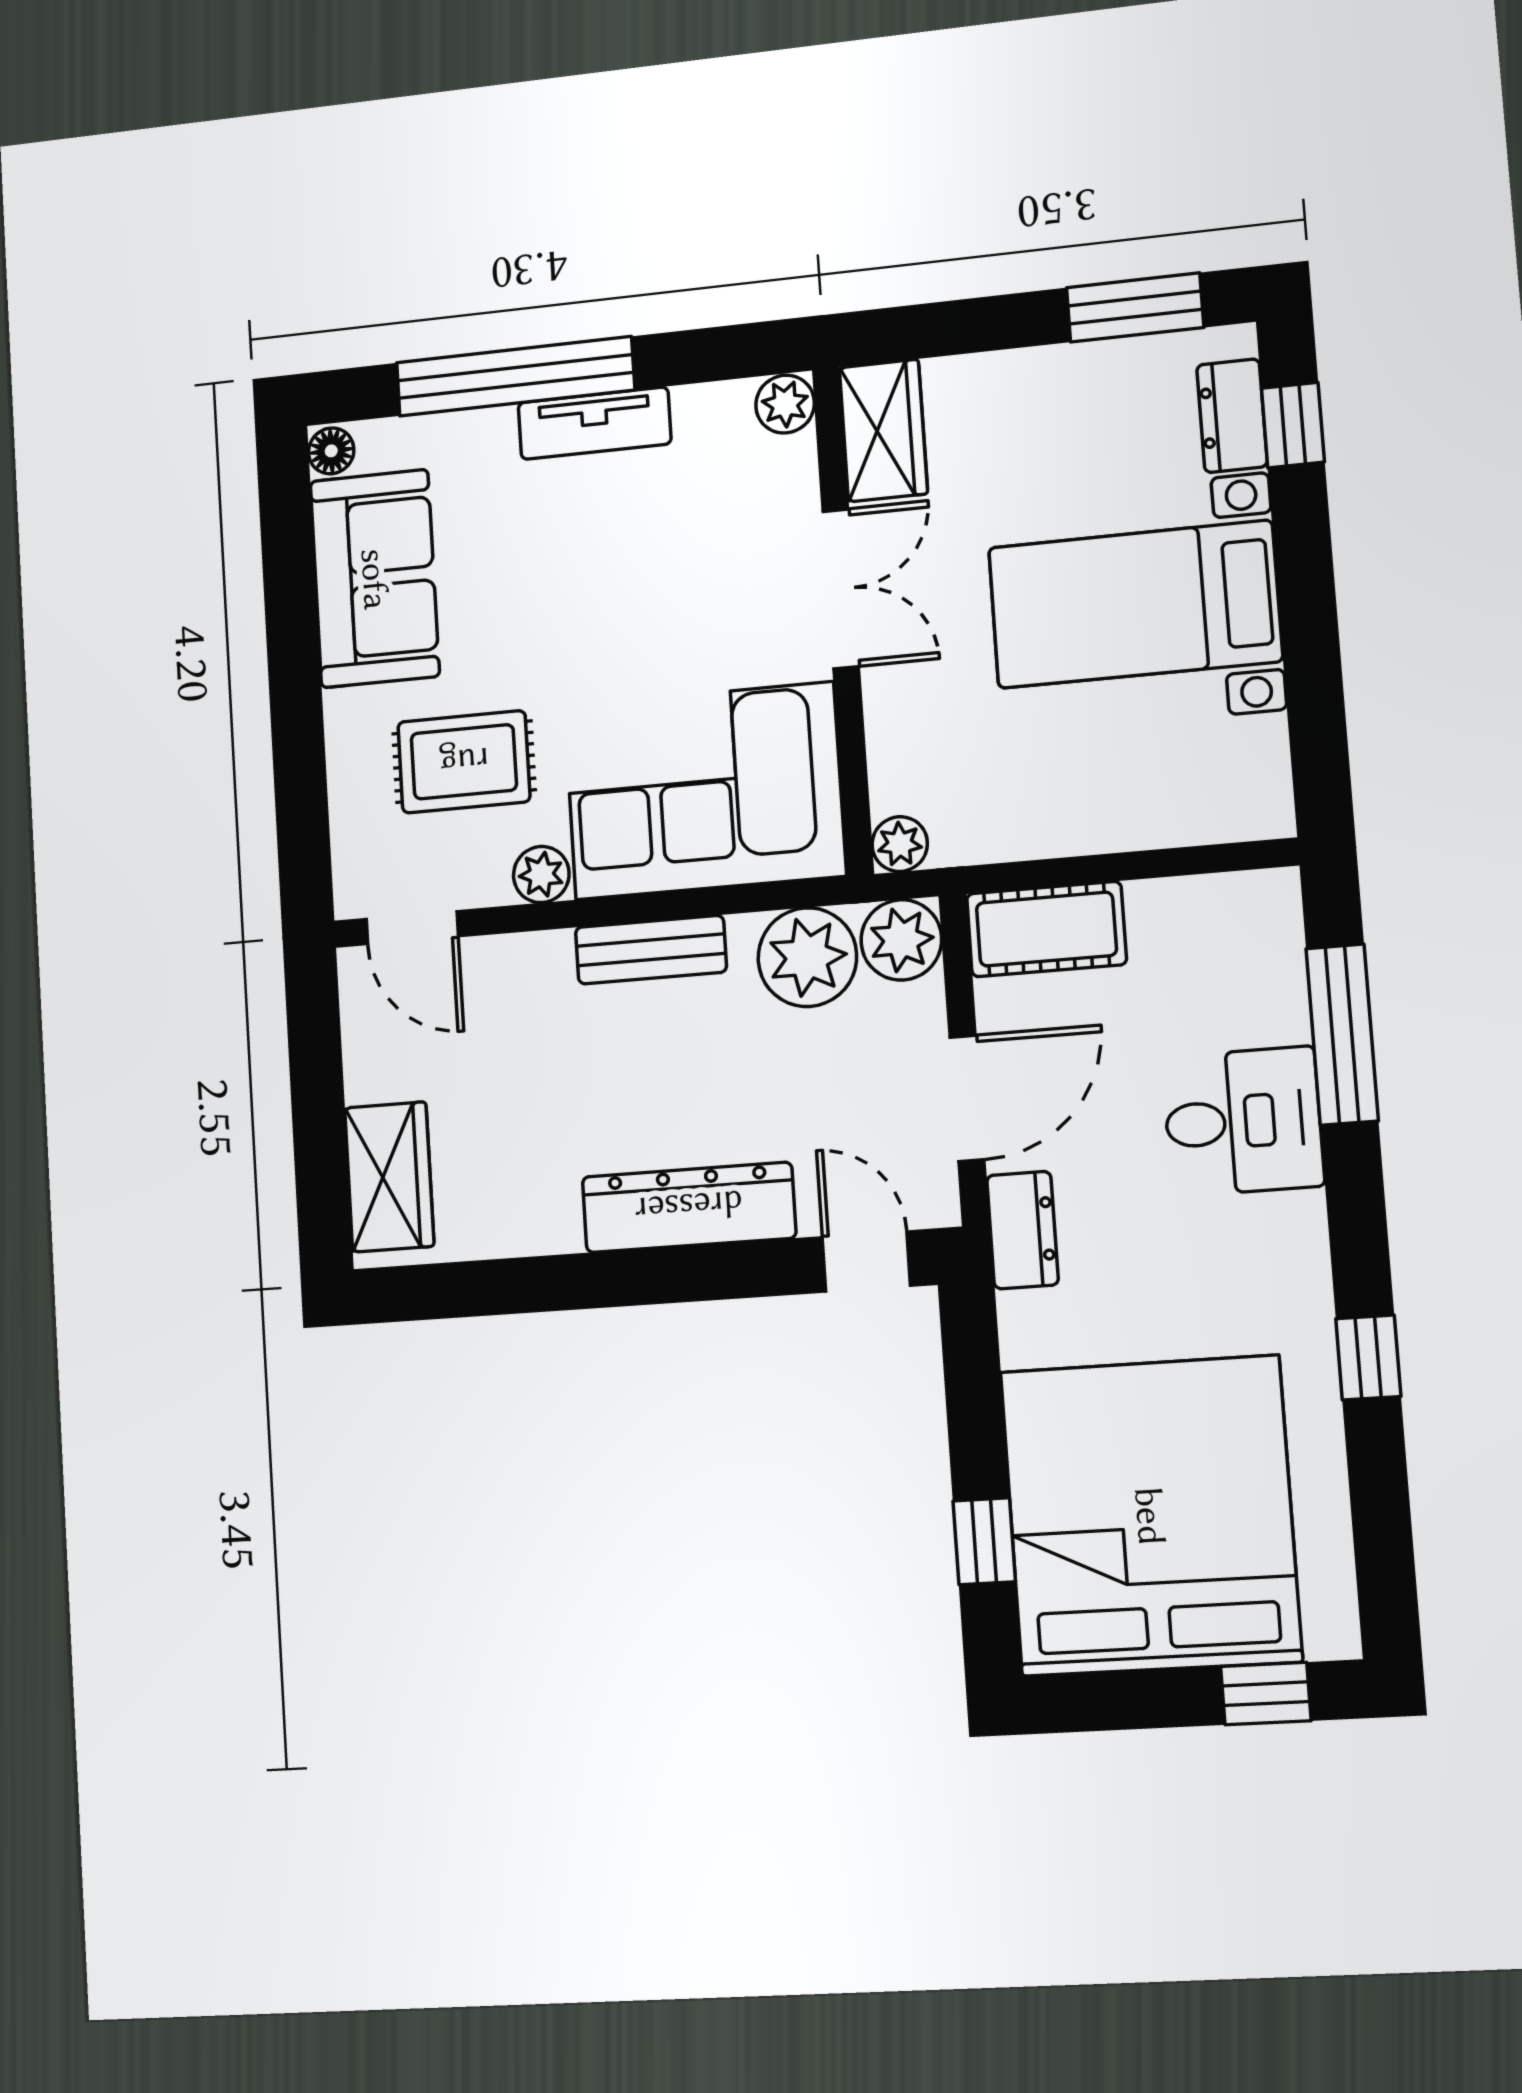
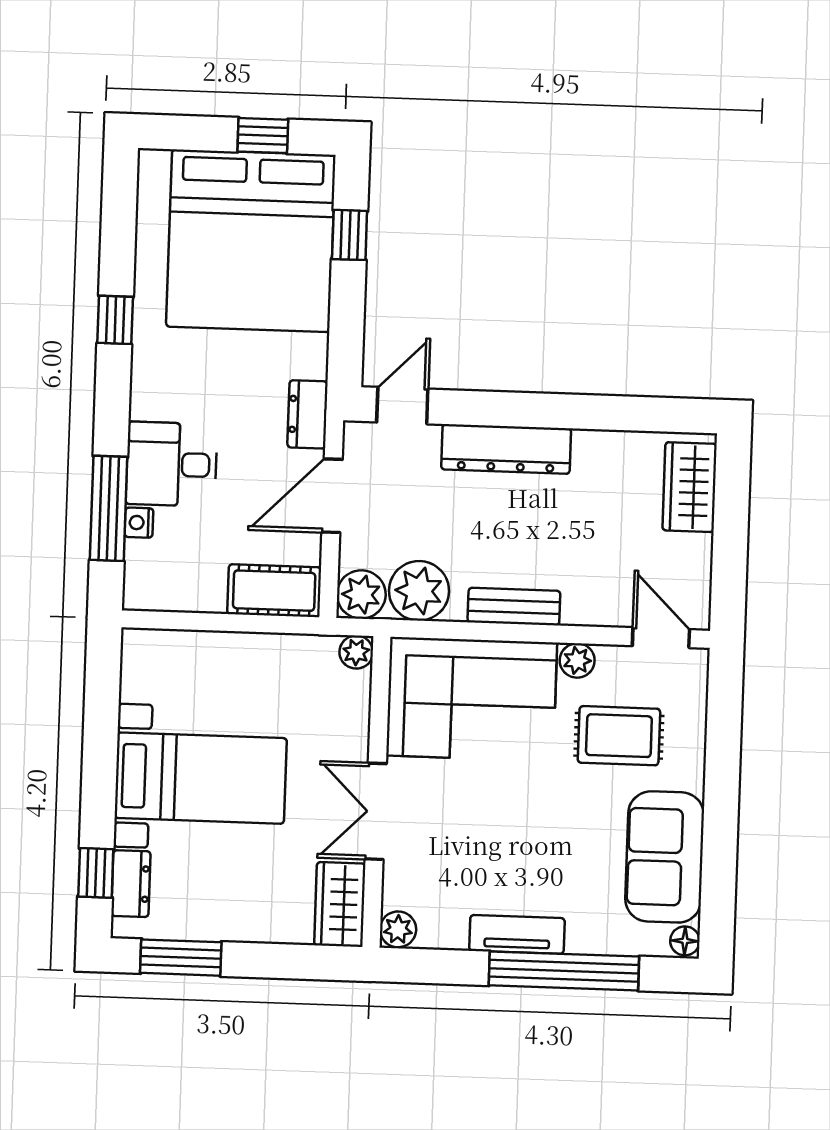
nightstand: (1287, 1016) -> (139, 523), added
door: (866, 1261) -> (402, 406), swing flipped
window: (1266, 1694) -> (263, 136), moved

